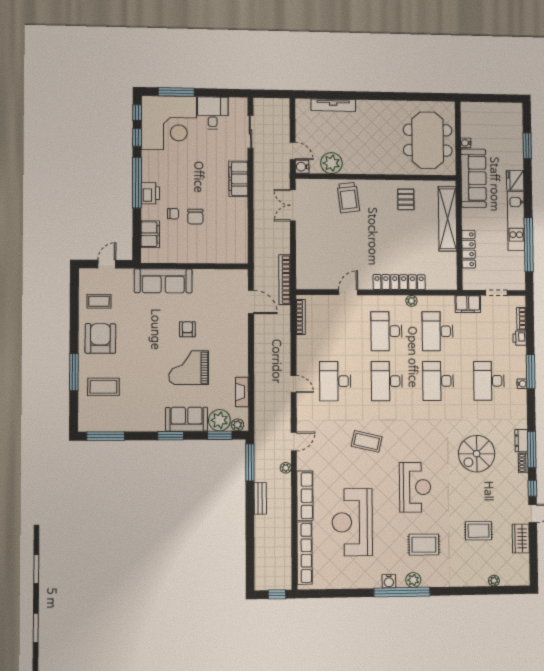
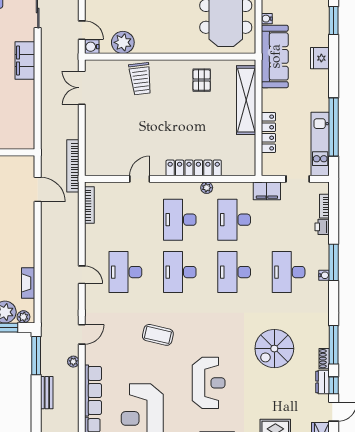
kitchen unit: (516, 221) -> (320, 144), moved
dresser: (521, 441) -> (322, 382), moved

